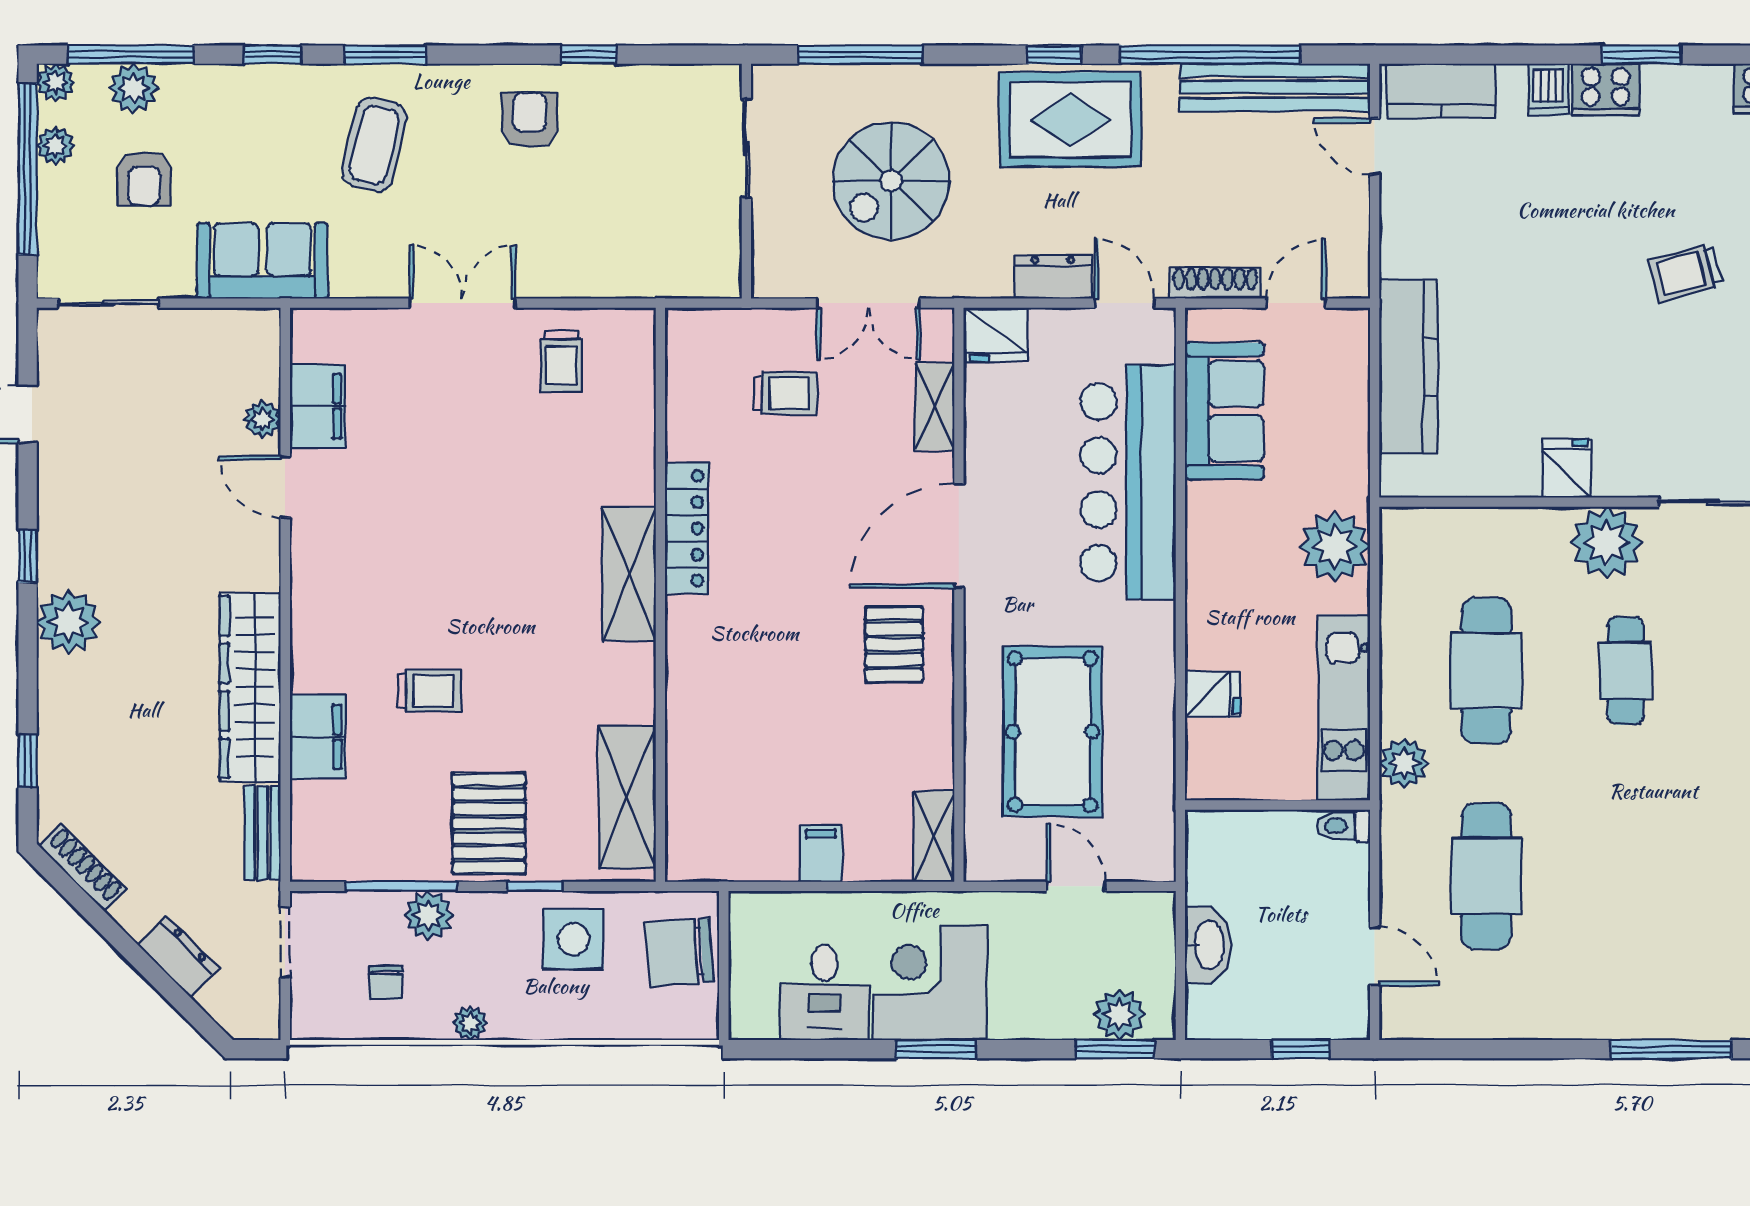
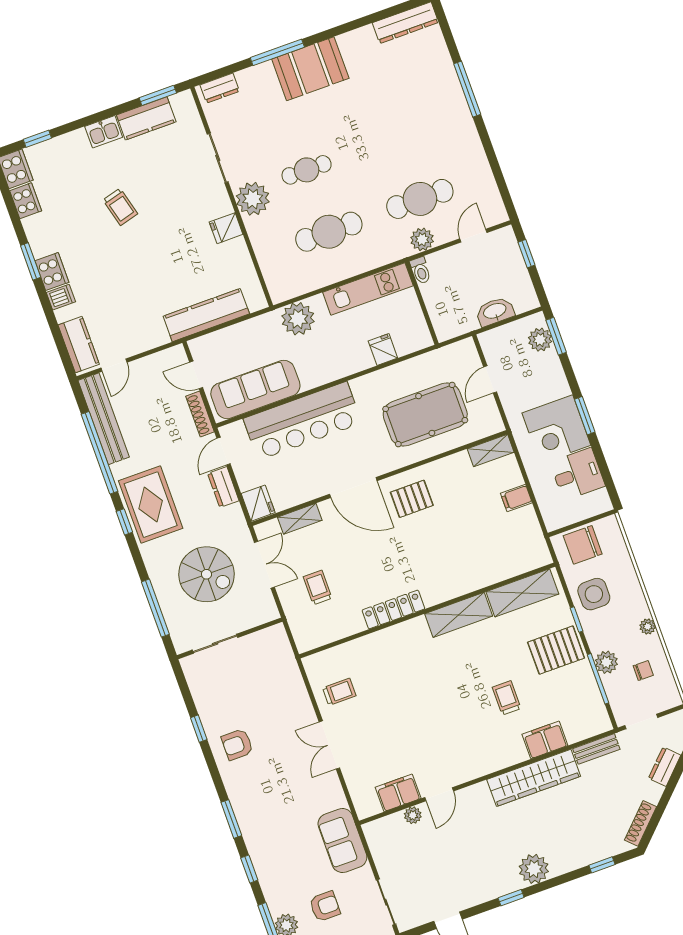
coffee table: (374, 145) -> (273, 809), removed
sofa: (1224, 411) -> (255, 390), width x1.36
shelving: (629, 574) -> (459, 615), moved
plant: (1404, 763) -> (422, 239), moved
chair: (680, 952) -> (583, 545), turned 94

